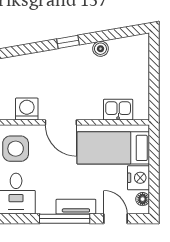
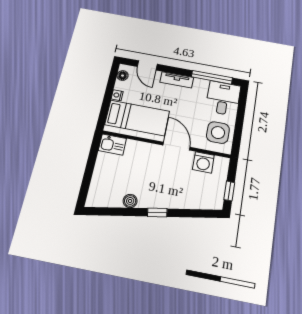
kitchen sink: (118, 110) -> (112, 145), moved
nightstand: (138, 178) -> (117, 95), width x0.53, depth x0.56
window: (65, 219) -> (212, 77), moved

